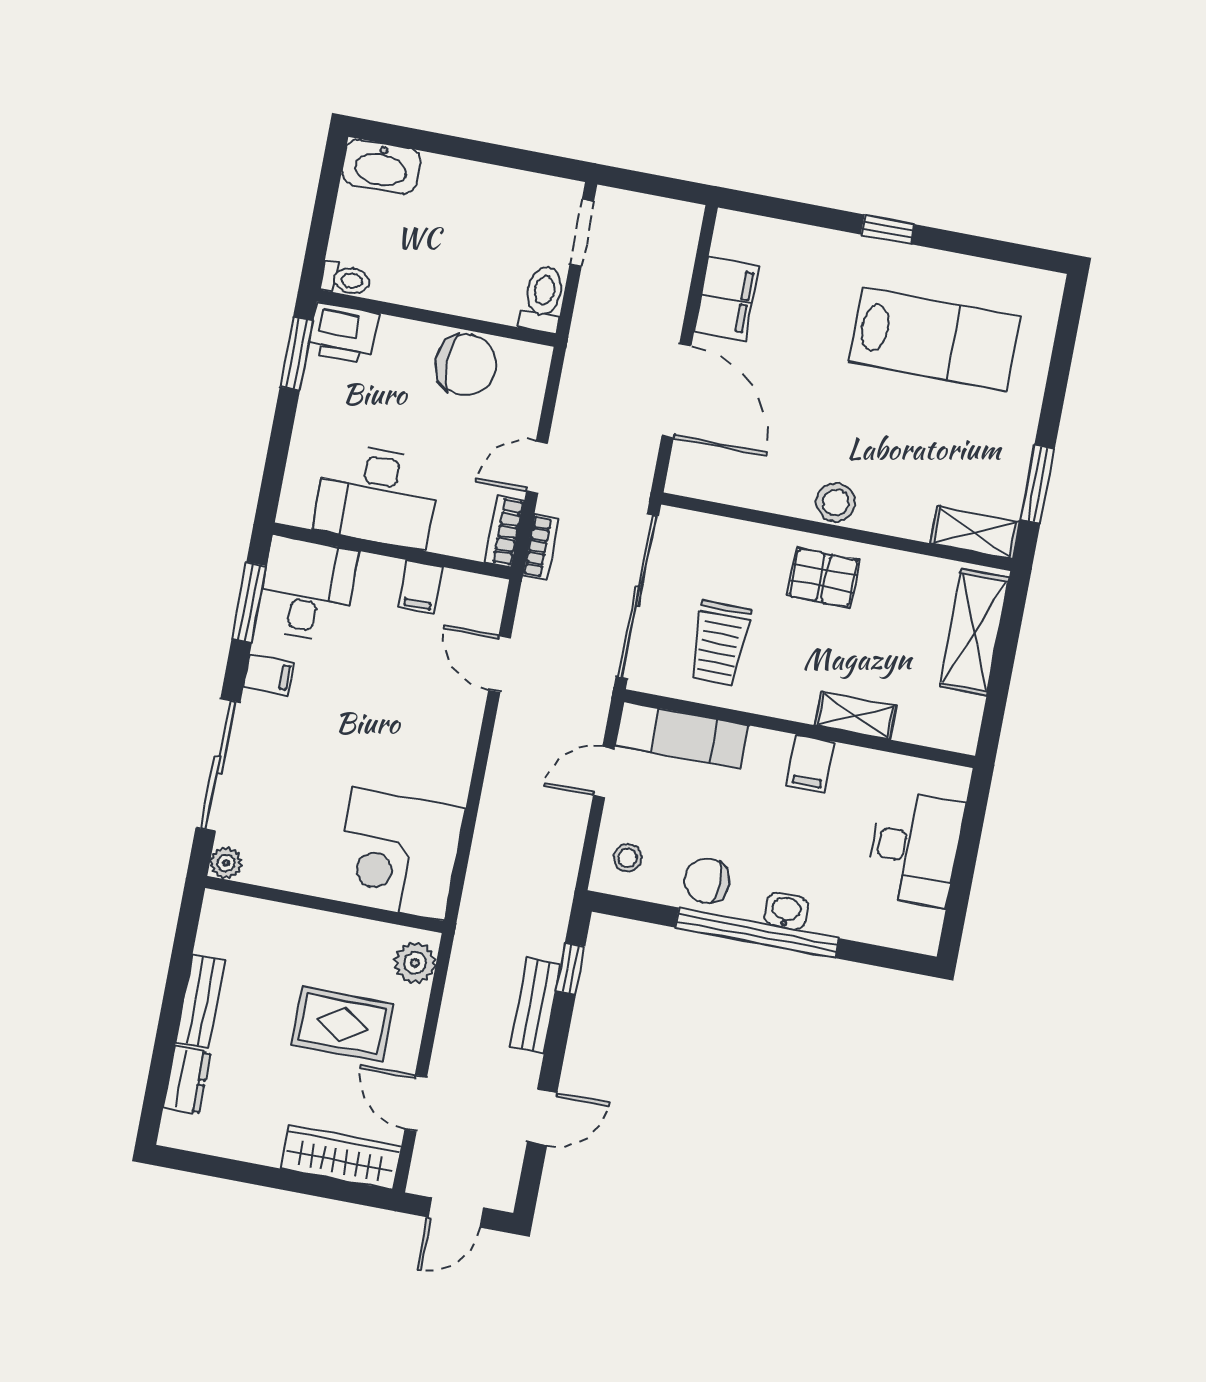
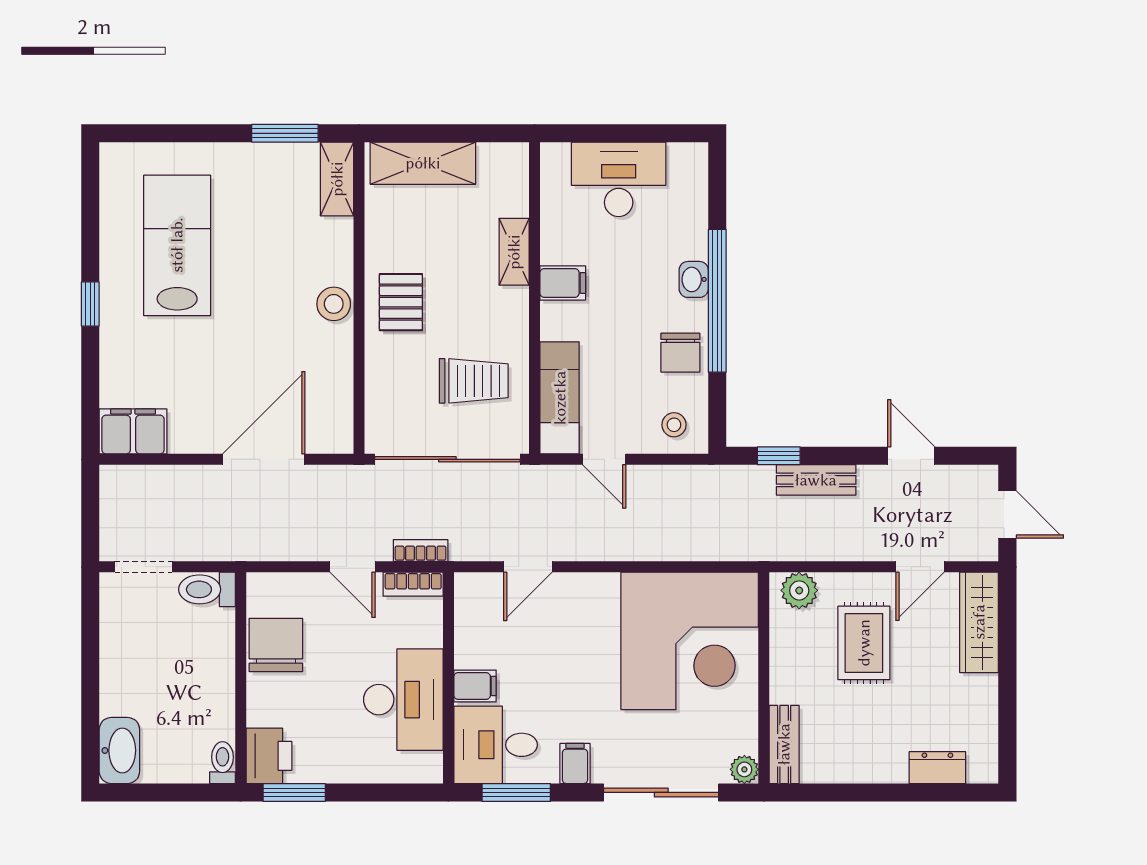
filing cabinet: (726, 299) -> (133, 431), moved
filing cabinet: (420, 587) -> (475, 686), moved
corner desk: (398, 854) -> (690, 641), width x1.36, depth x1.36
bench: (201, 1001) -> (784, 744), moved, turned 90

